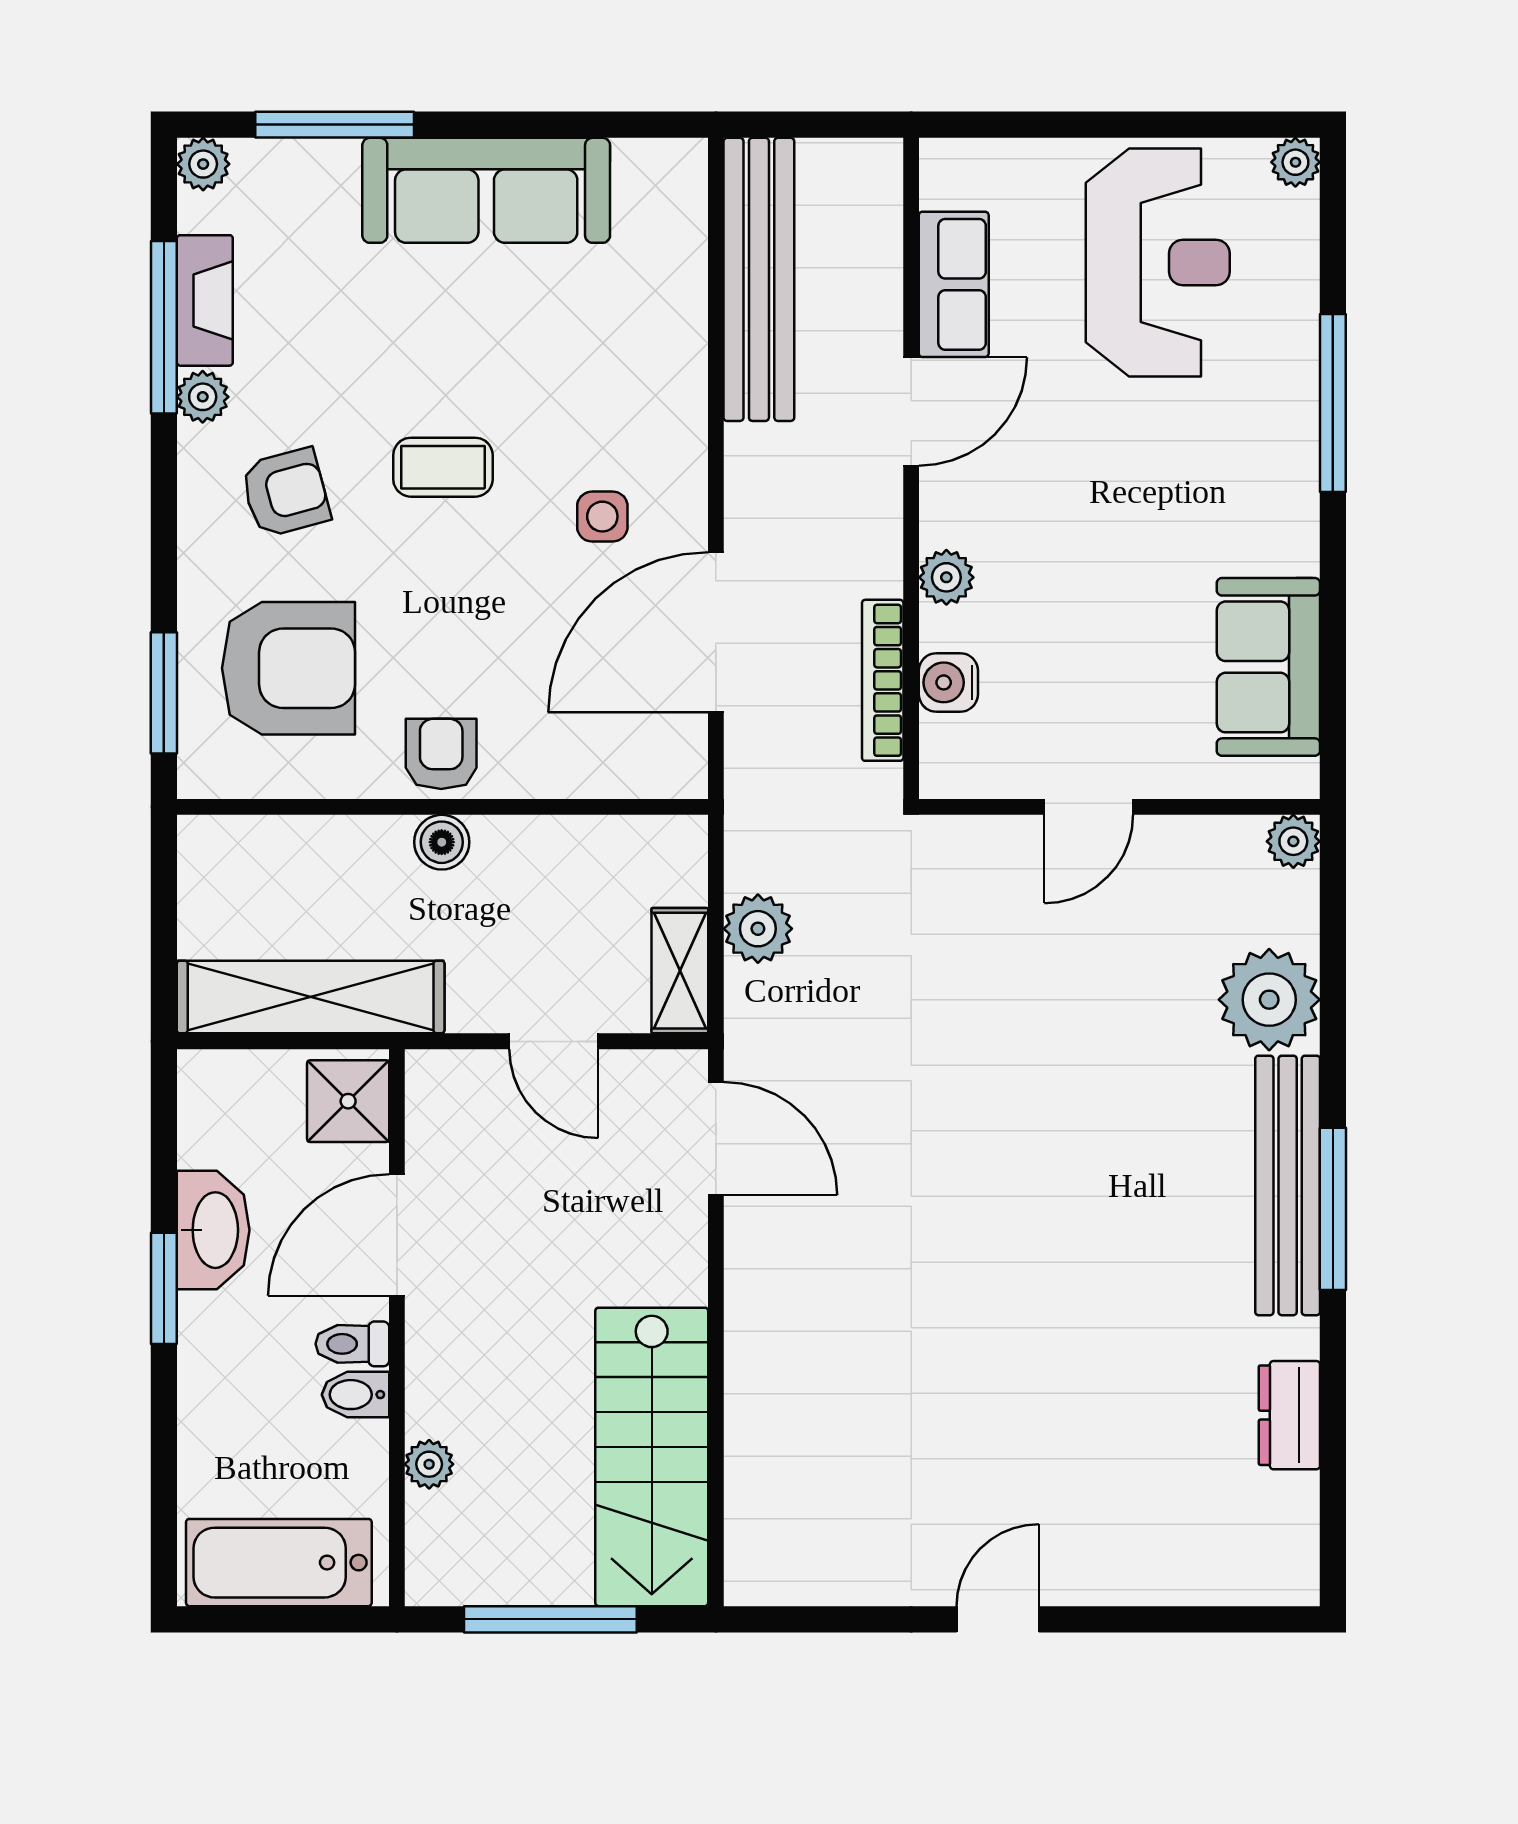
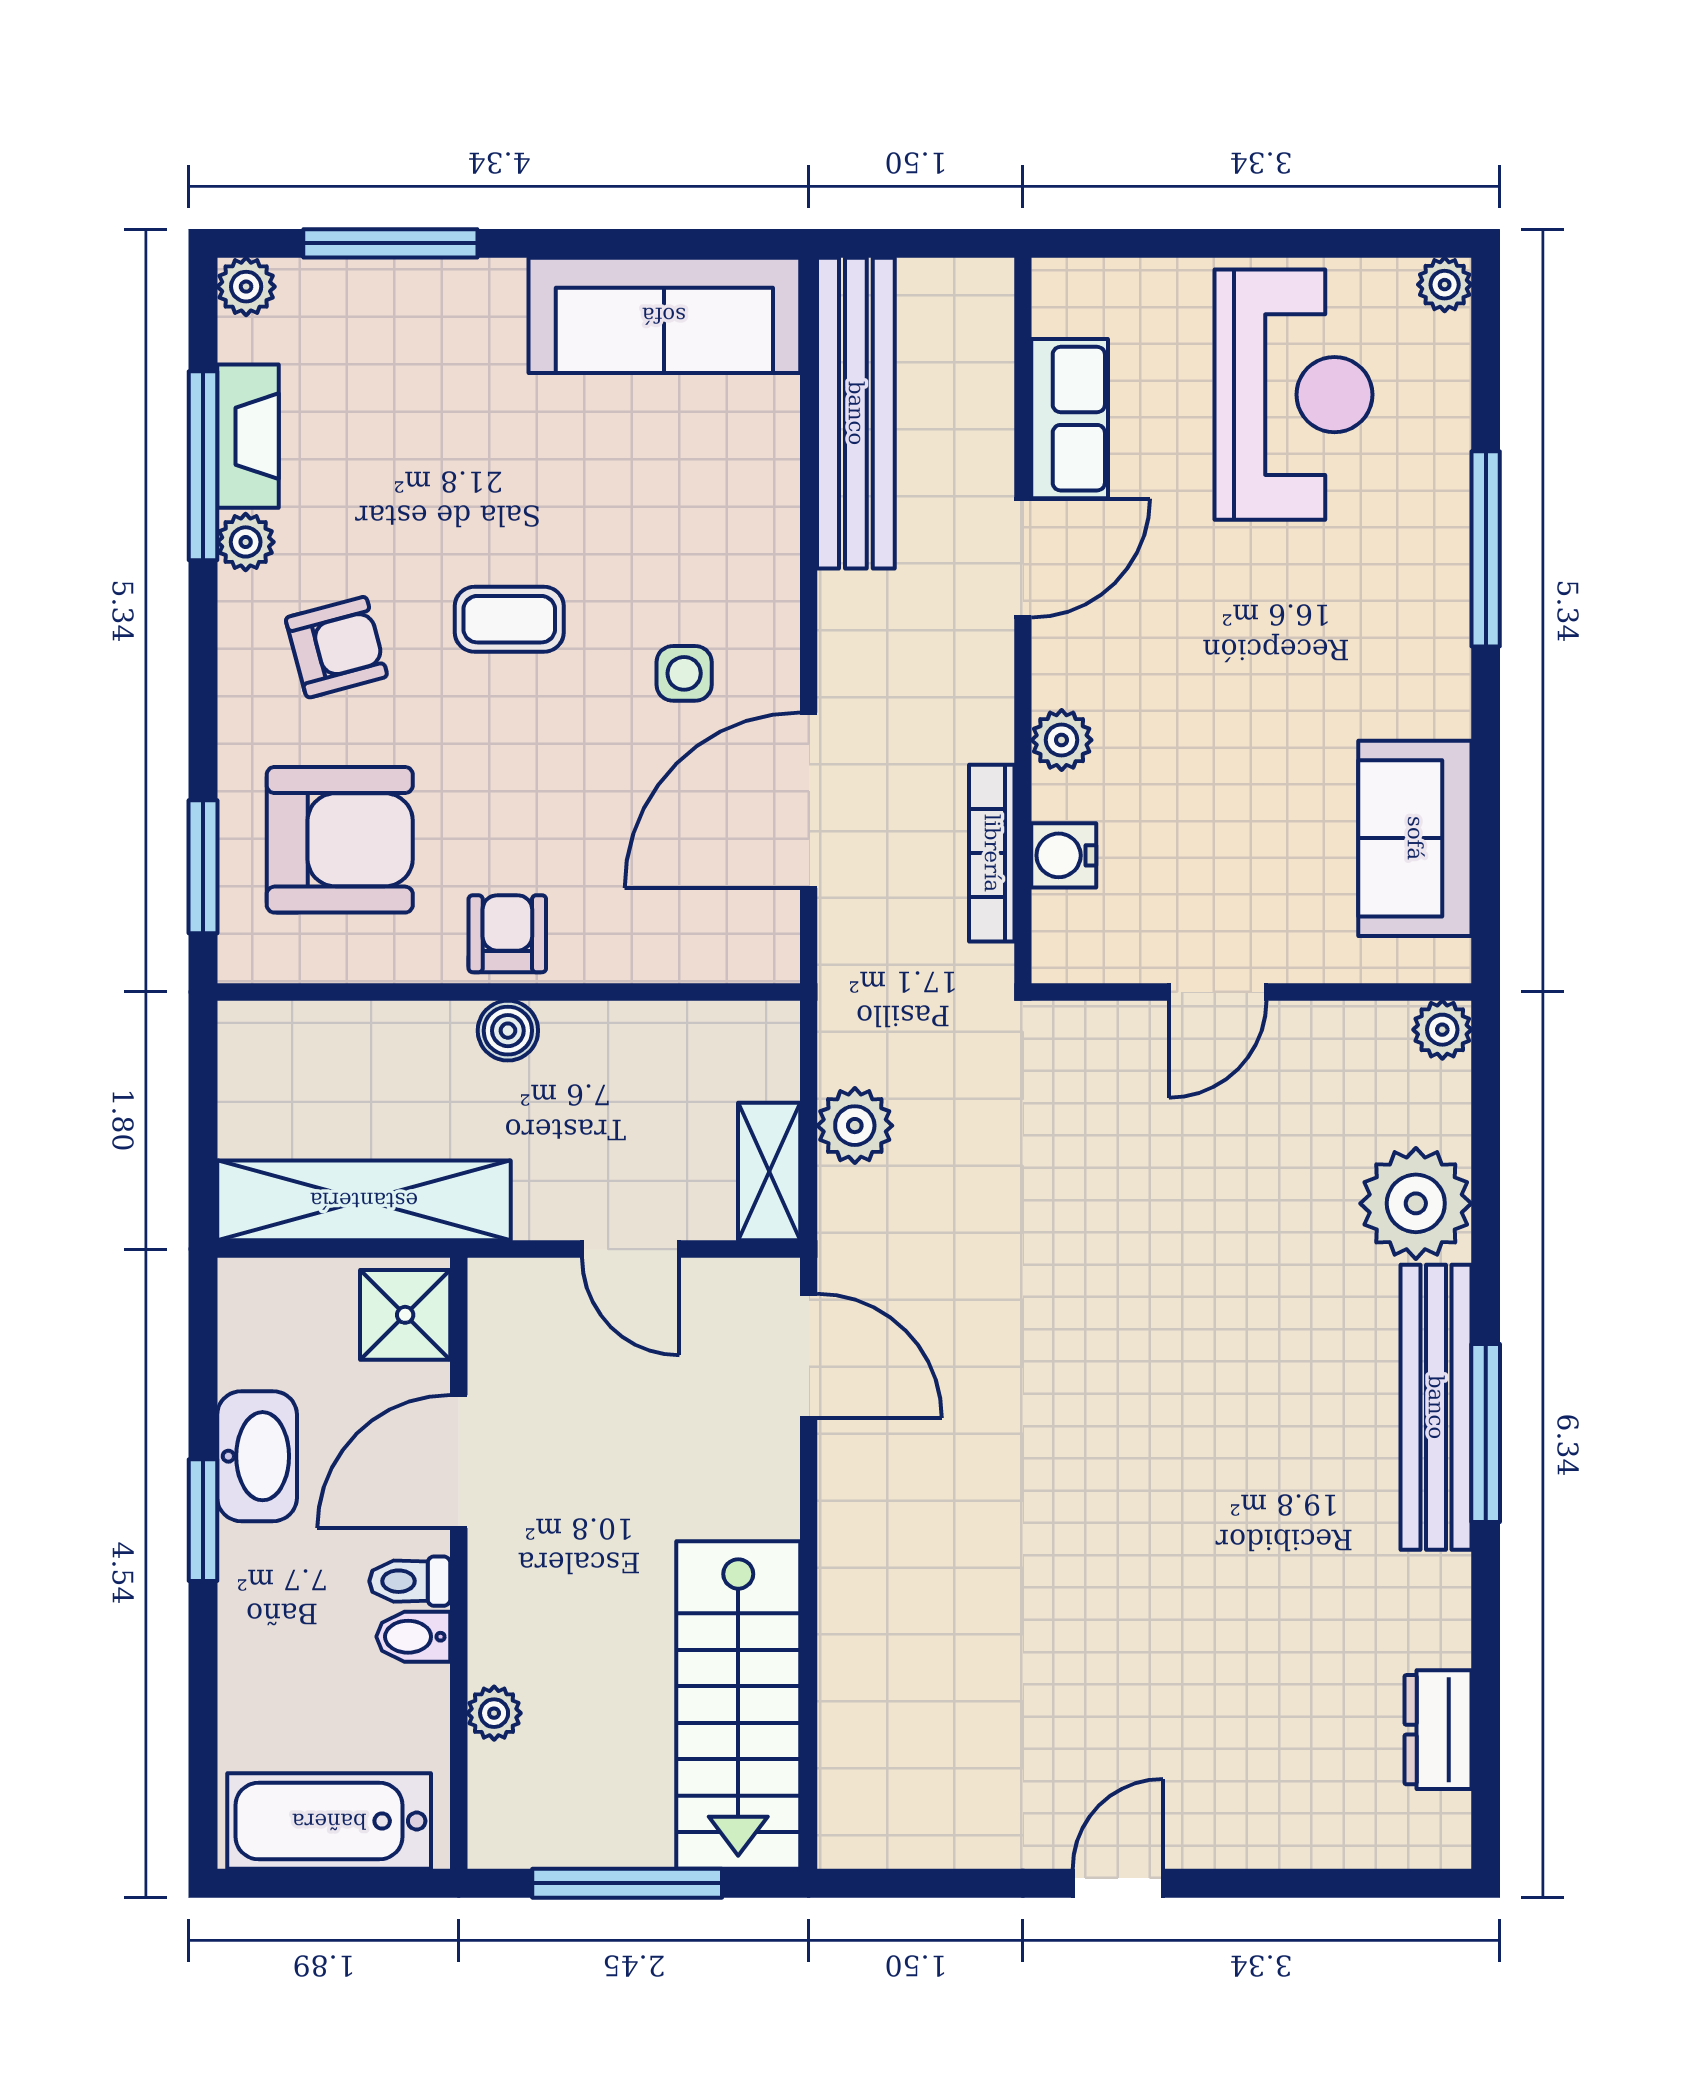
sofa: (486, 190) -> (664, 315), moved
dresser: (1289, 1415) -> (1438, 1730), moved

